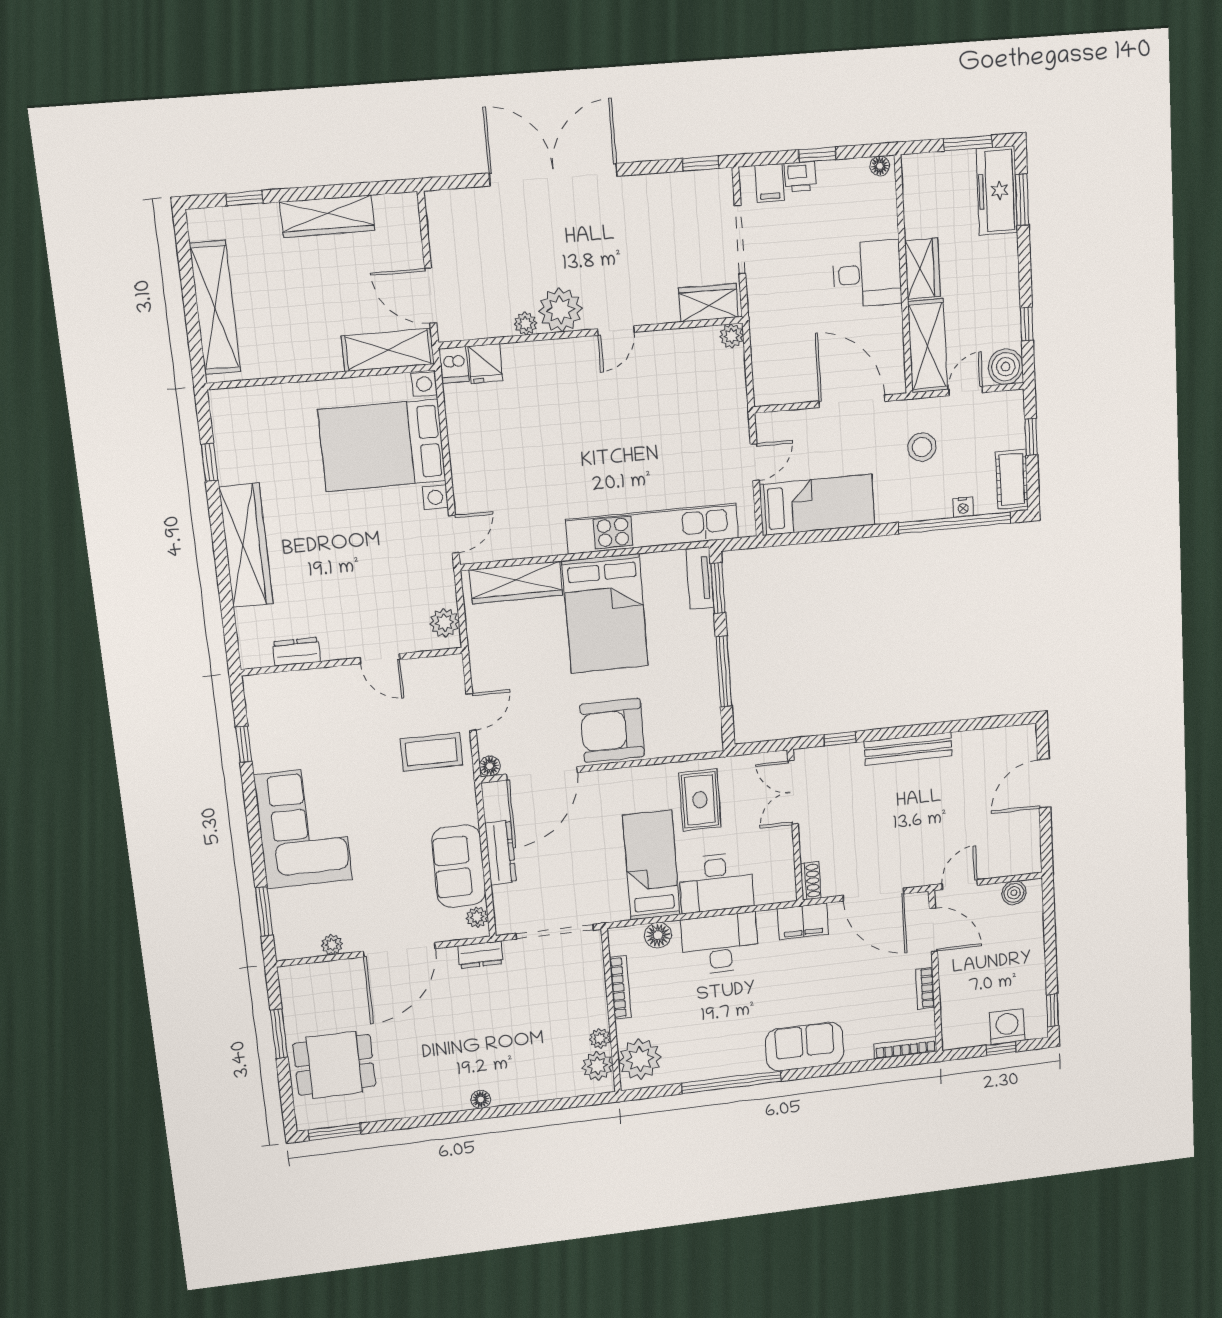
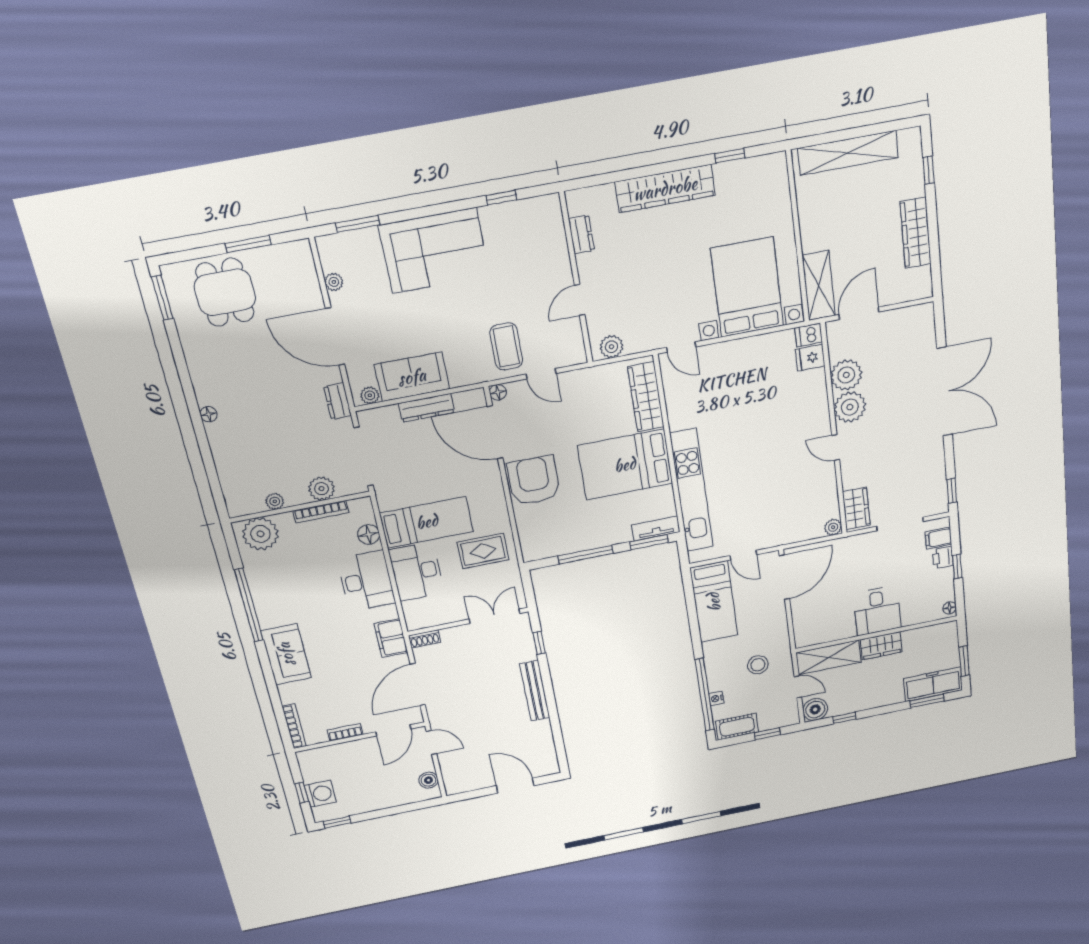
plant: (526, 324) -> (846, 375), width x1.88, depth x1.88
door: (852, 401) -> (784, 577), moved
plant: (598, 1066) -> (321, 489), moved

